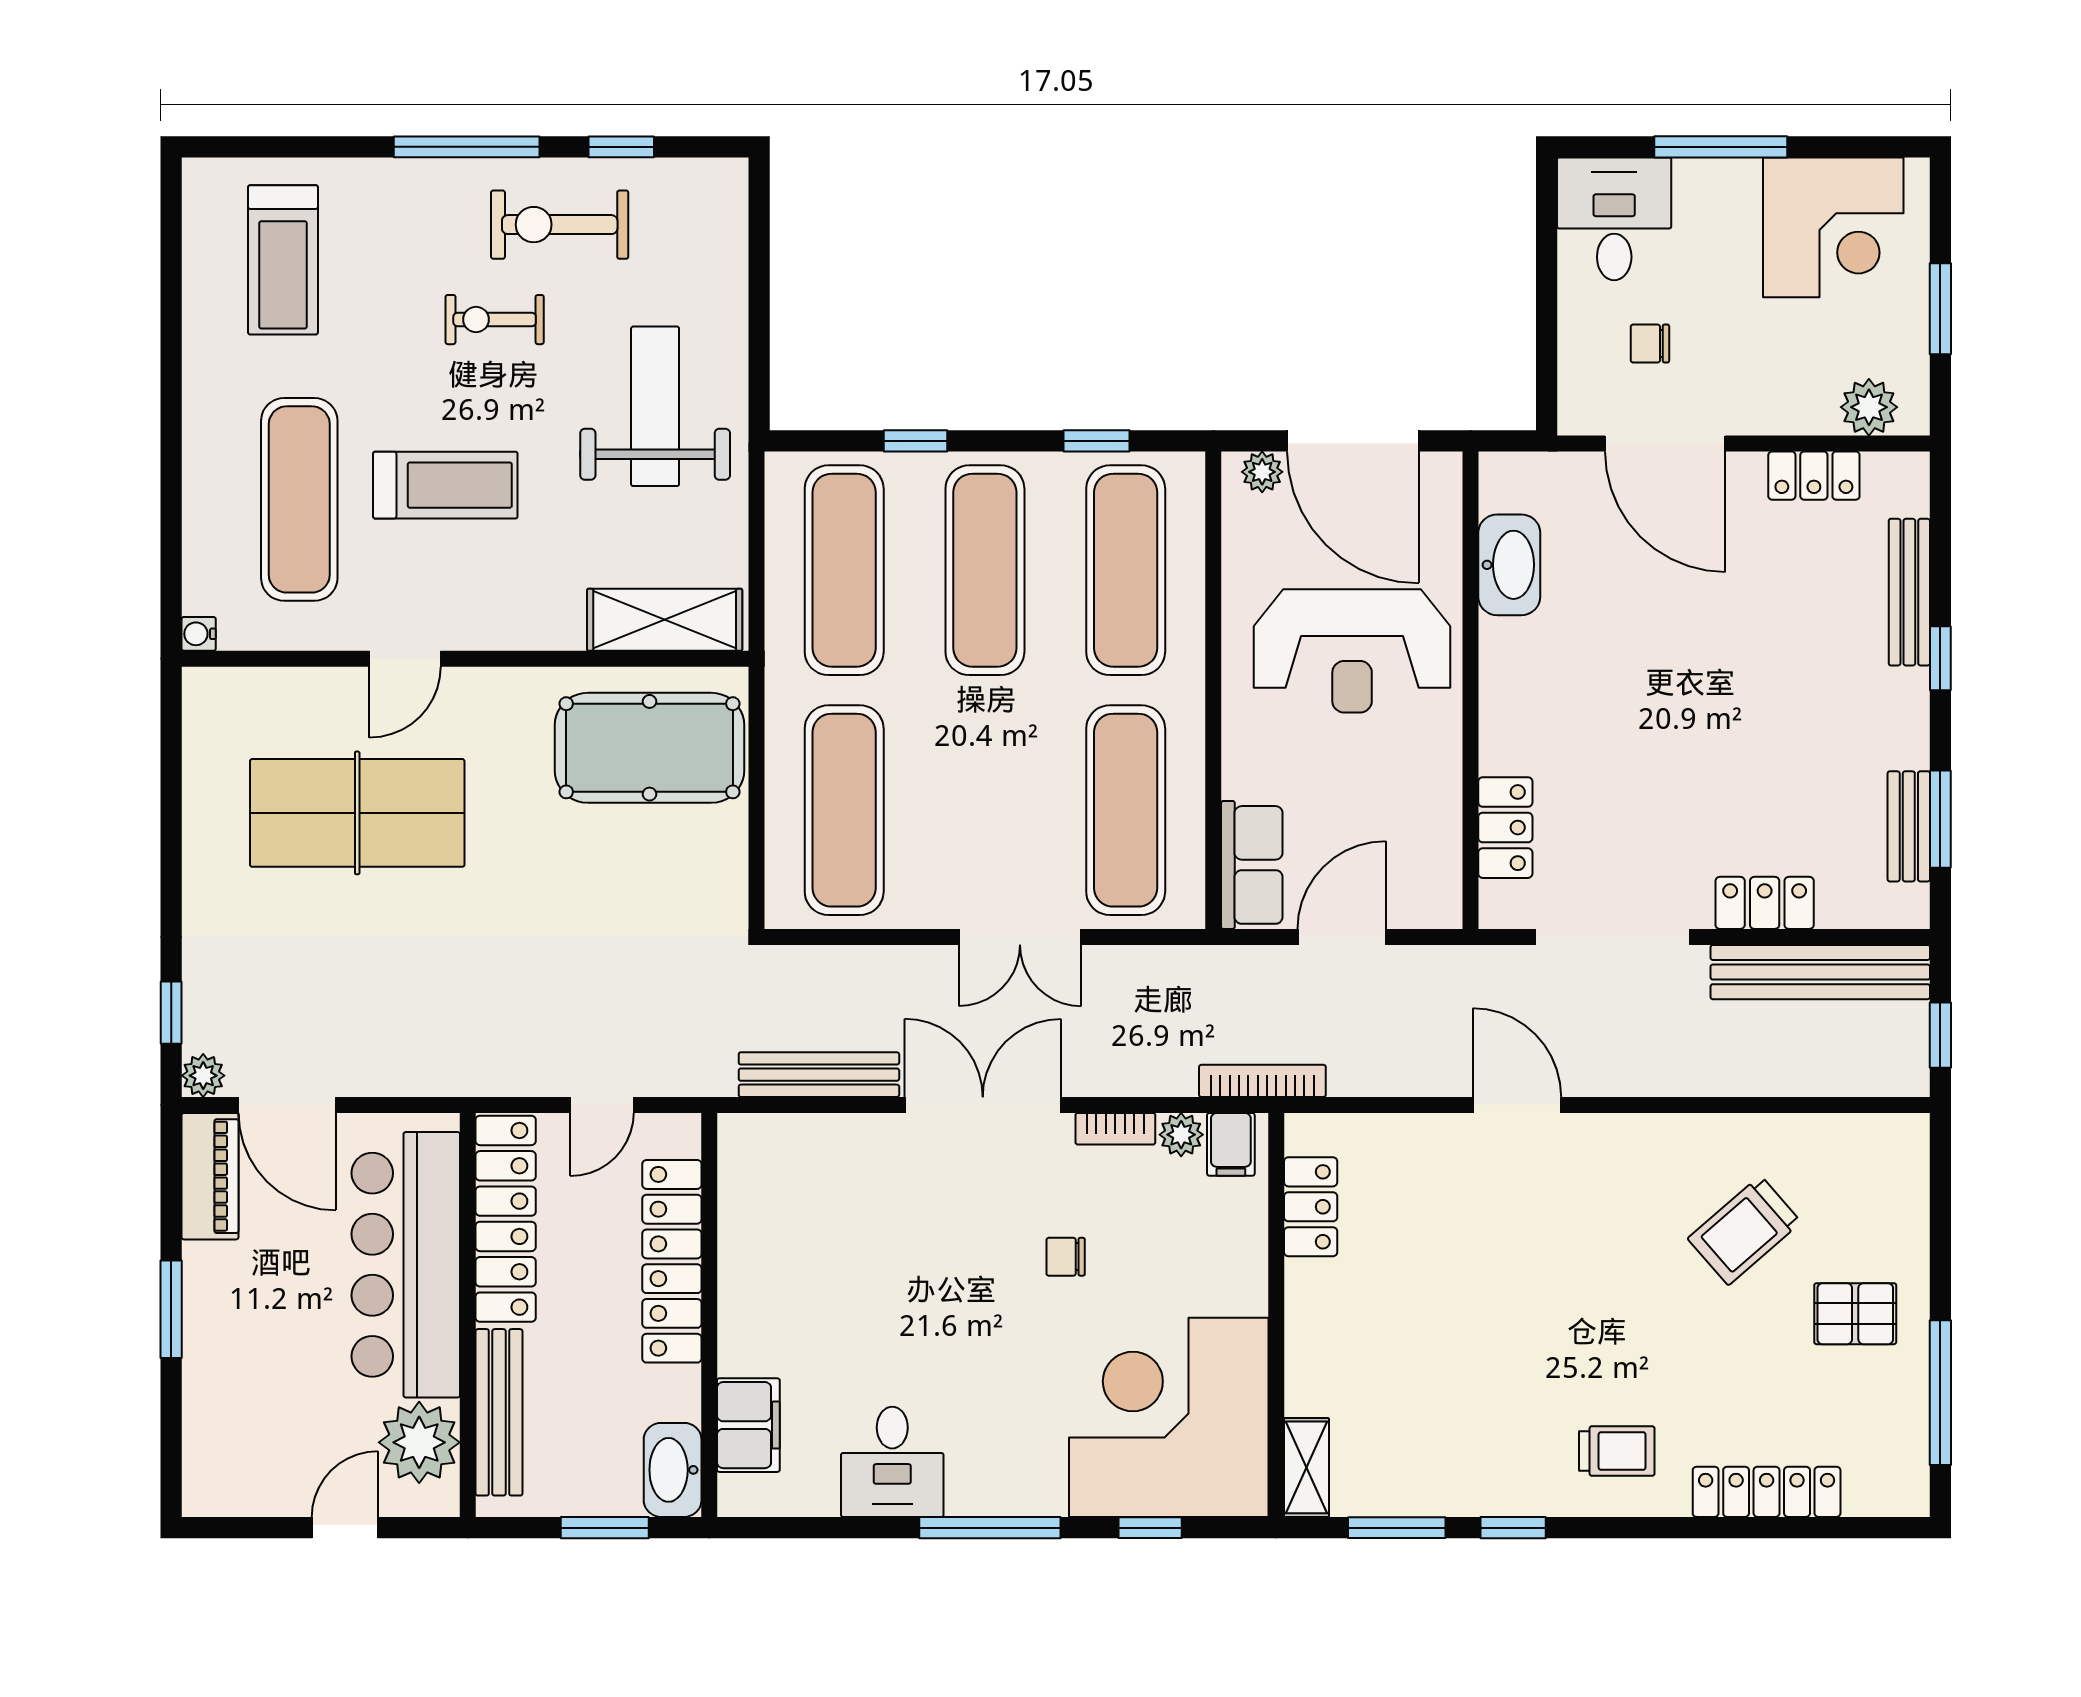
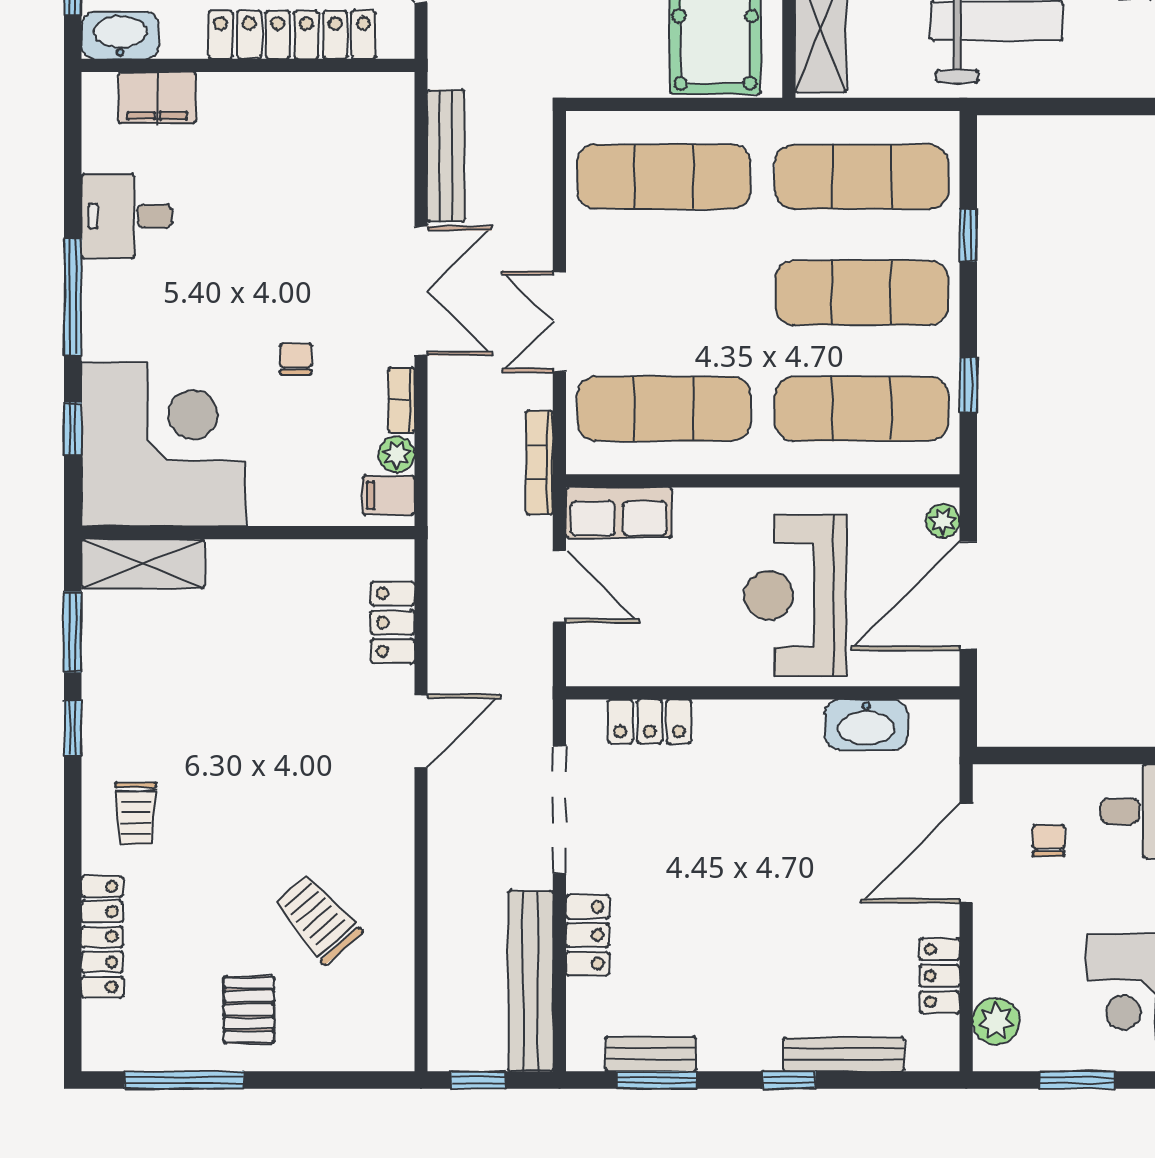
bookcase: (1262, 1081) -> (540, 463), moved, turned 180
locker: (1311, 1207) -> (393, 622), moved, turned 90
shelving: (1306, 1467) -> (143, 564), width x1.50, depth x1.33

